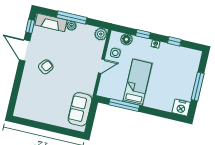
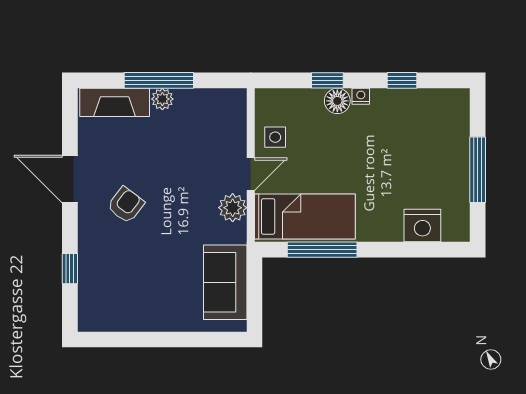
window: (30, 26) -> (70, 269), moved
plant: (101, 34) -> (233, 208), moved
floor lamp: (126, 39) -> (337, 101), moved
bed: (137, 82) -> (305, 216), moved, turned 90
nightstand: (181, 108) -> (422, 226), moved

